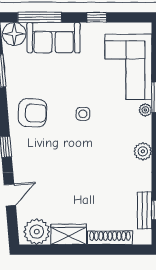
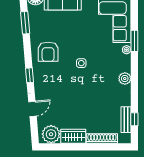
armchair: (32, 113) -> (48, 52), turned 87
side table: (83, 114) -> (81, 63), moved

